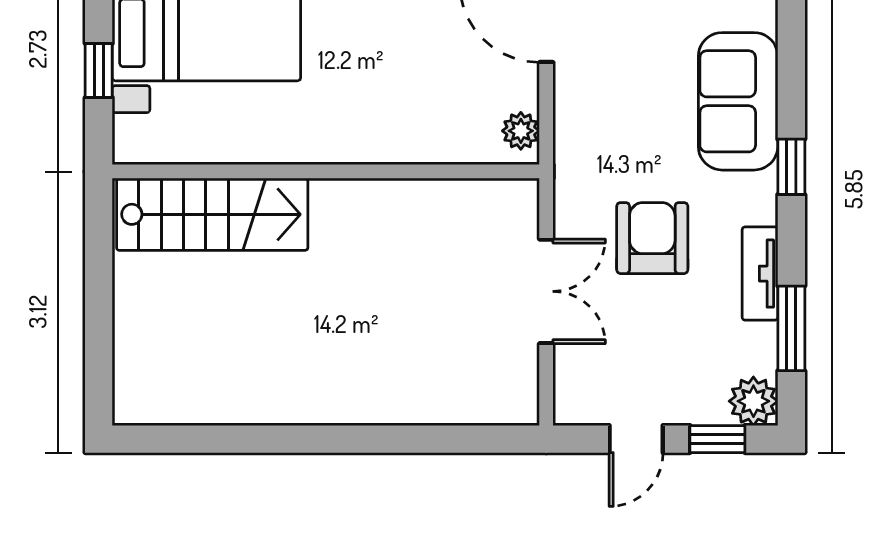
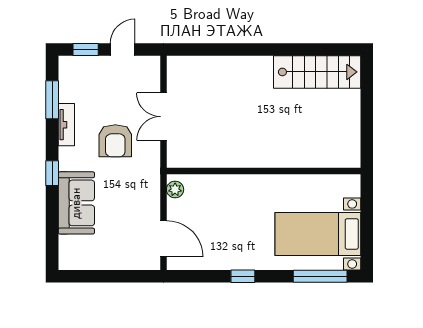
window: (99, 71) -> (367, 217), removed
stairs: (212, 214) -> (317, 72), moved, turned 180
plant: (753, 401) -> (69, 67), removed

